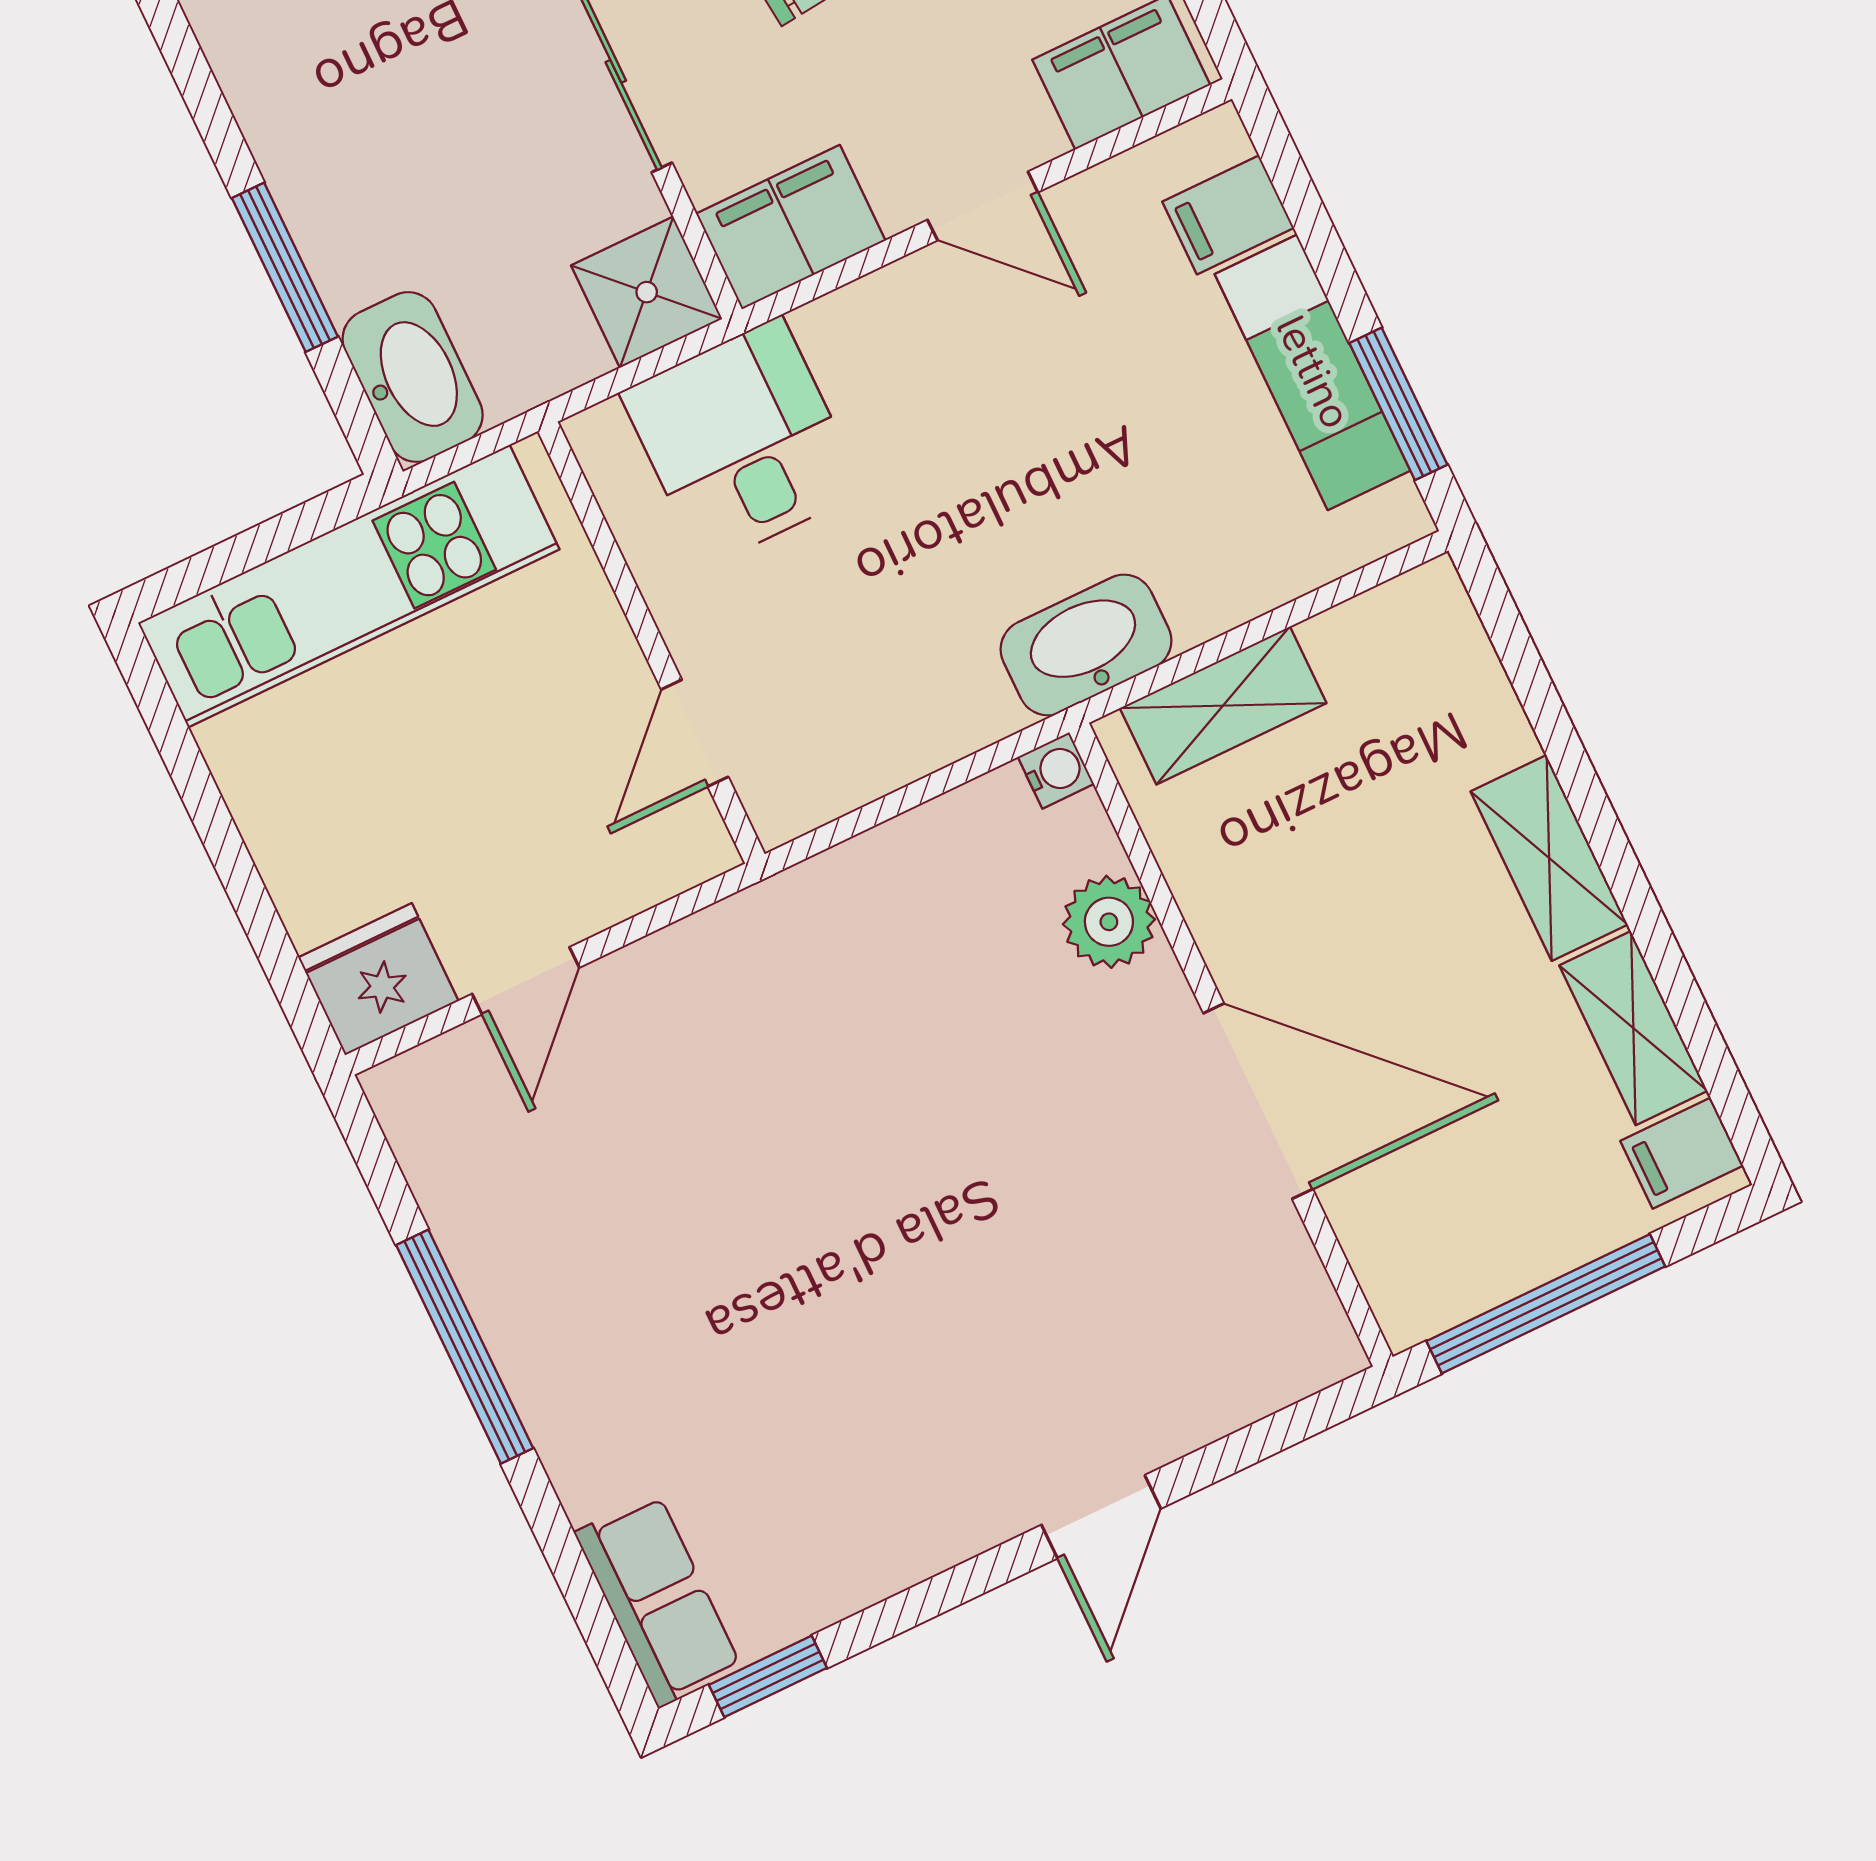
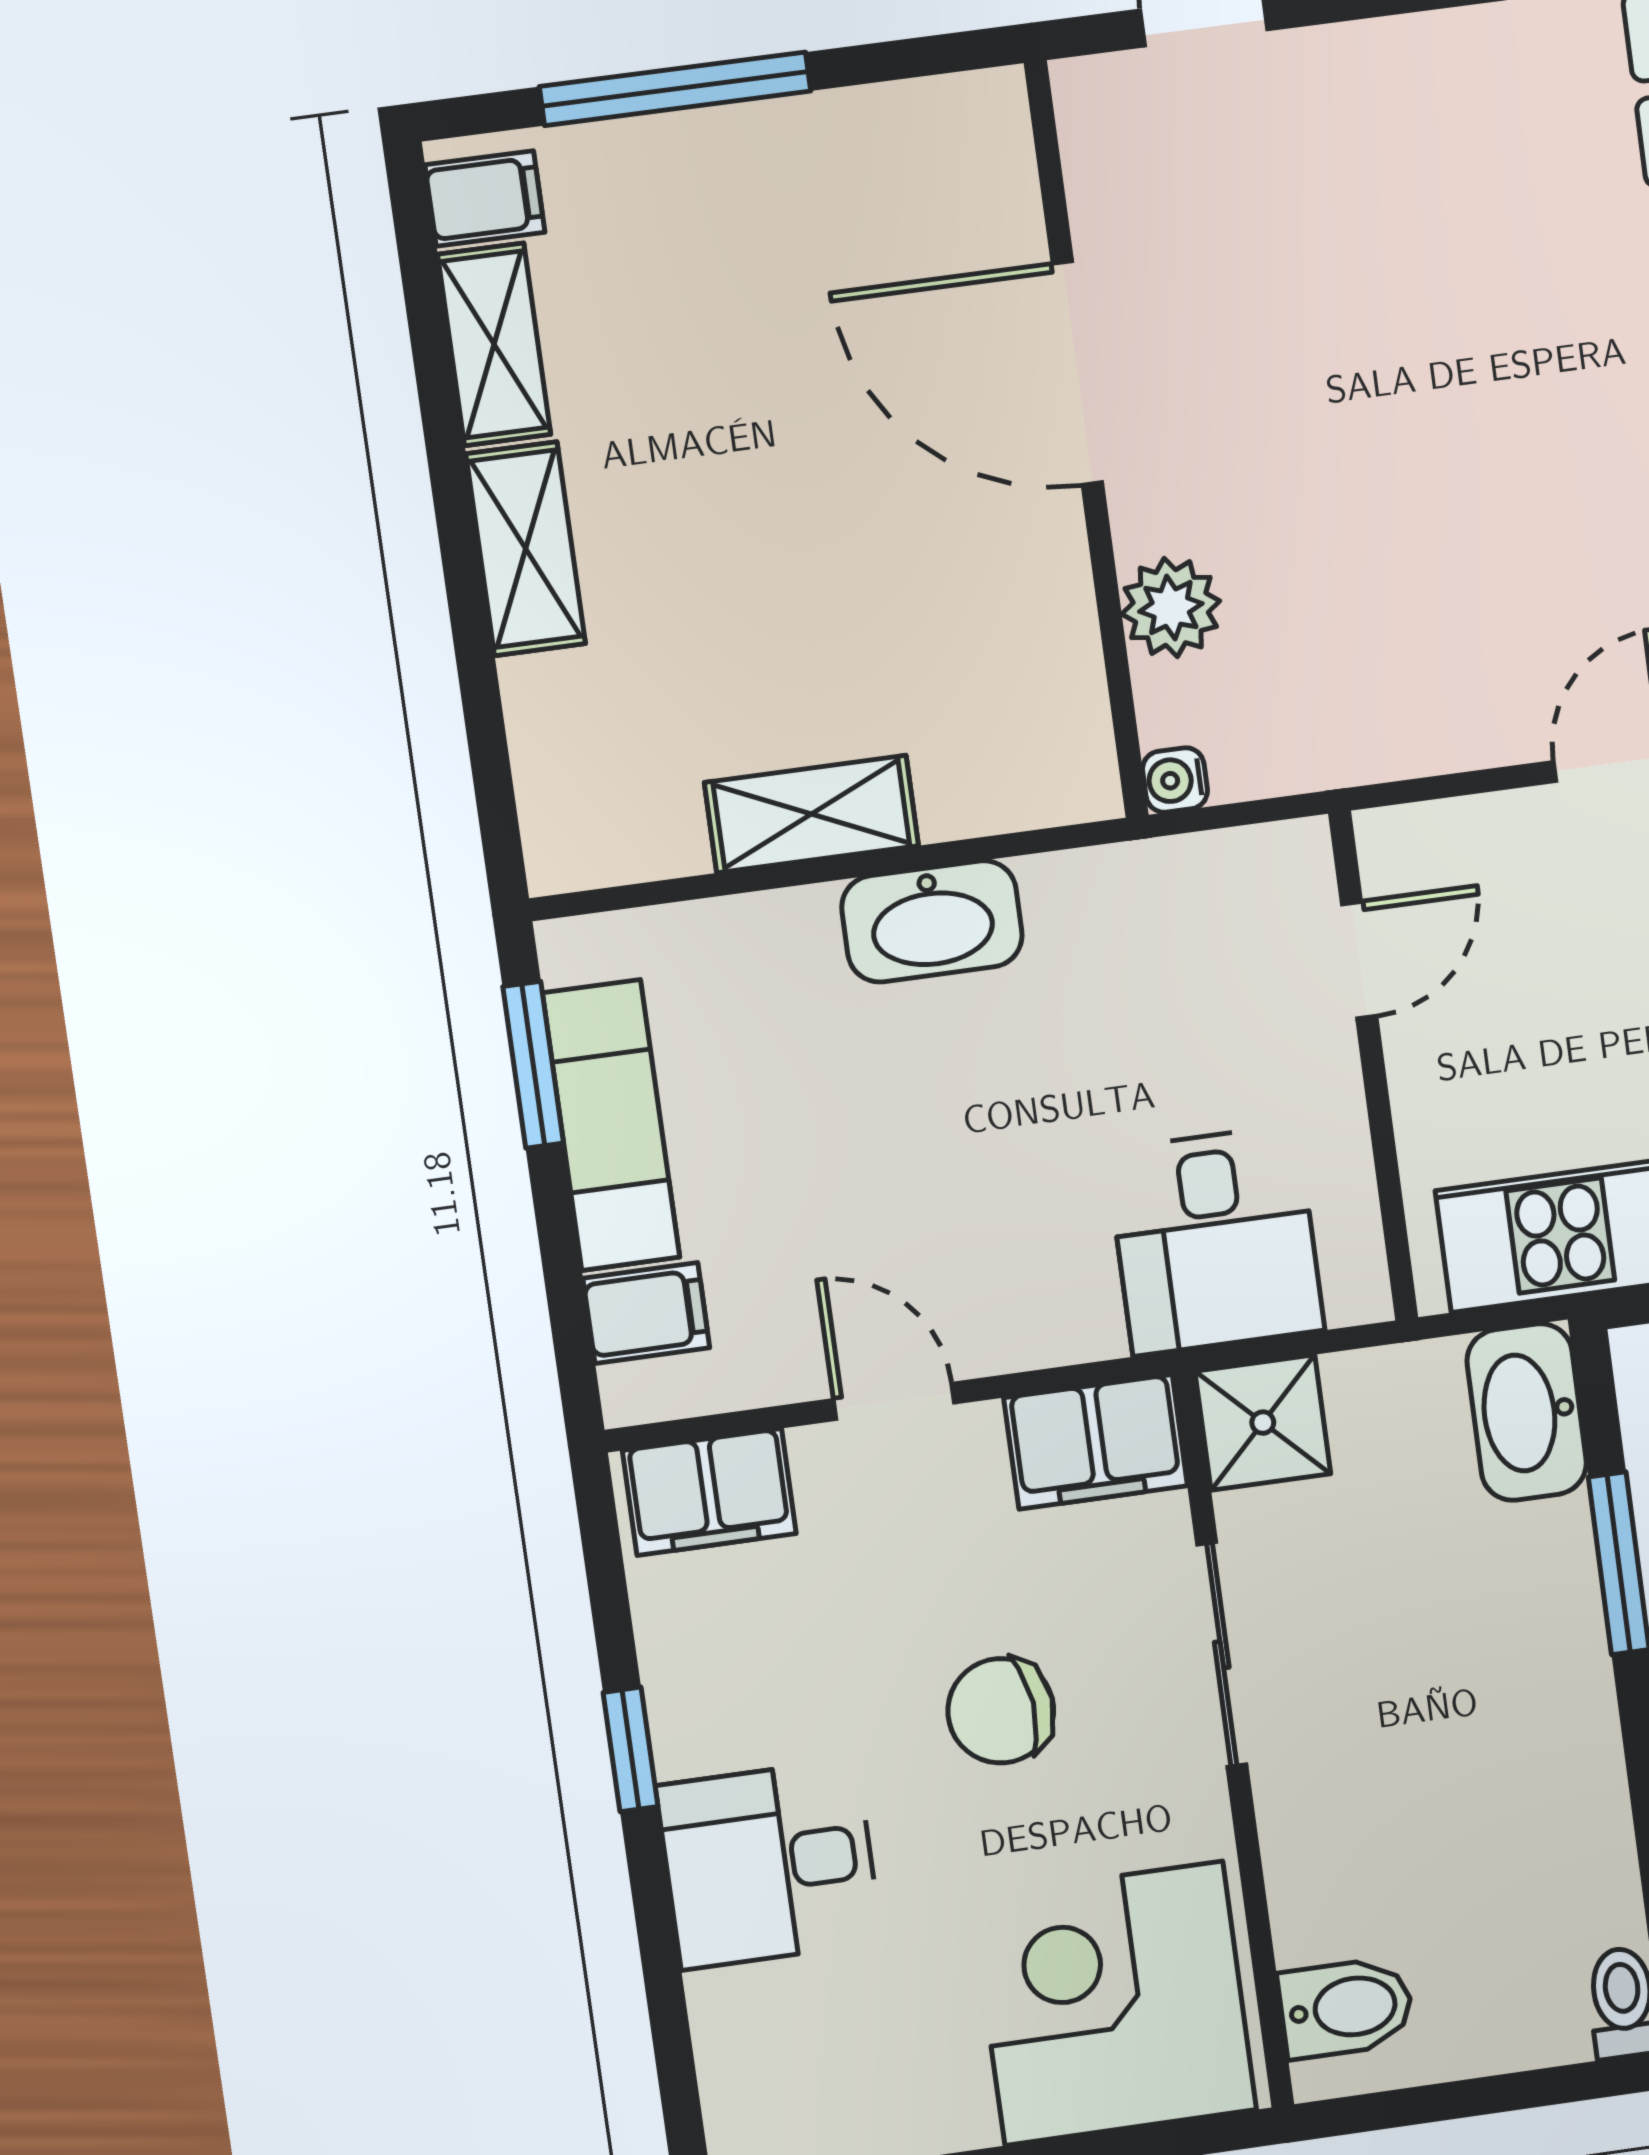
water cooler: (1056, 770) -> (1175, 780), moved
plant: (1109, 922) -> (1171, 608), moved
wall: (1231, 1045) -> (1086, 440), moved
door: (1258, 1101) -> (1077, 373), moved

